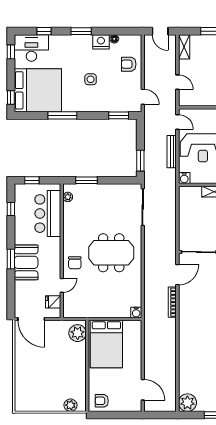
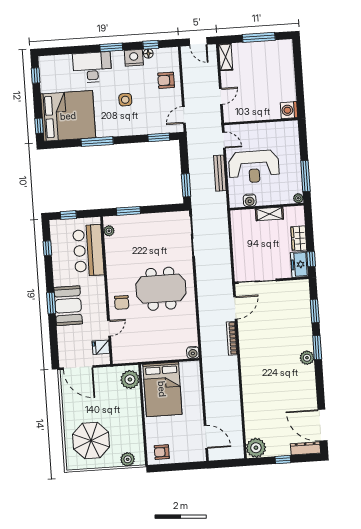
window: (44, 31) -> (151, 45), moved
desk: (31, 48) -> (92, 67), moved
door: (177, 82) -> (221, 96), hinge flipped
door: (143, 97) -> (184, 115), swing flipped
water cooler: (184, 178) -> (250, 200), moved
parasol: (39, 386) -> (91, 440), added

